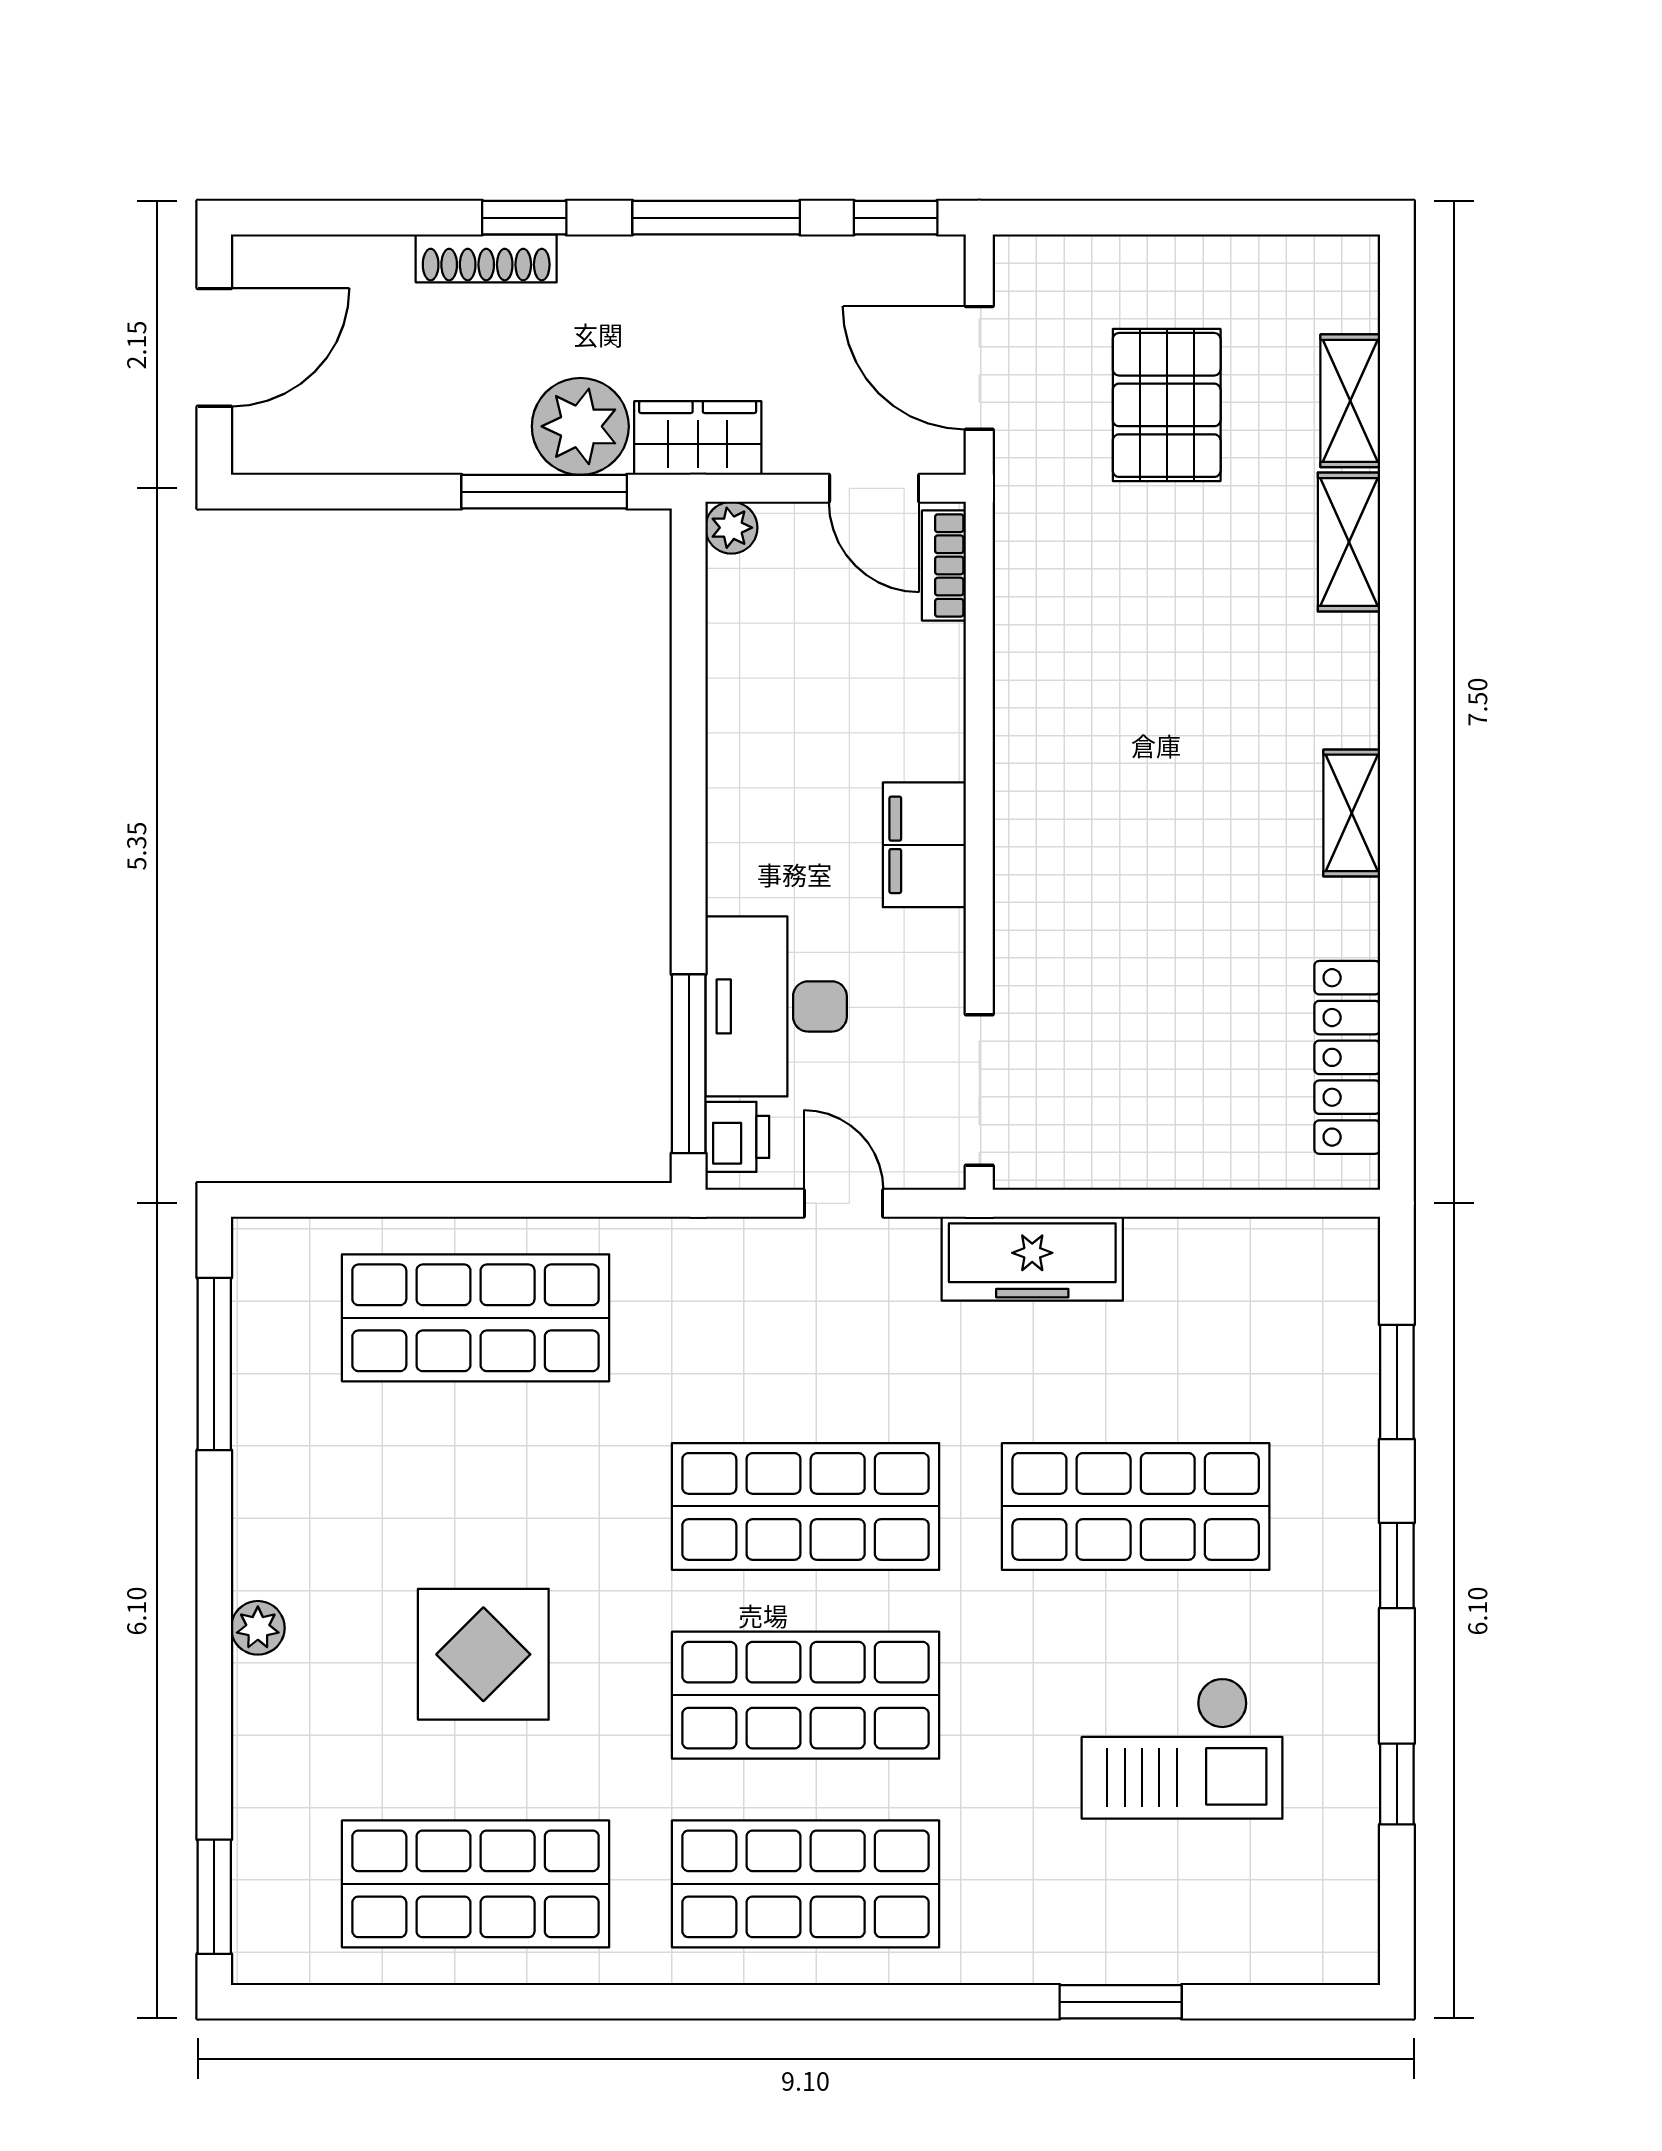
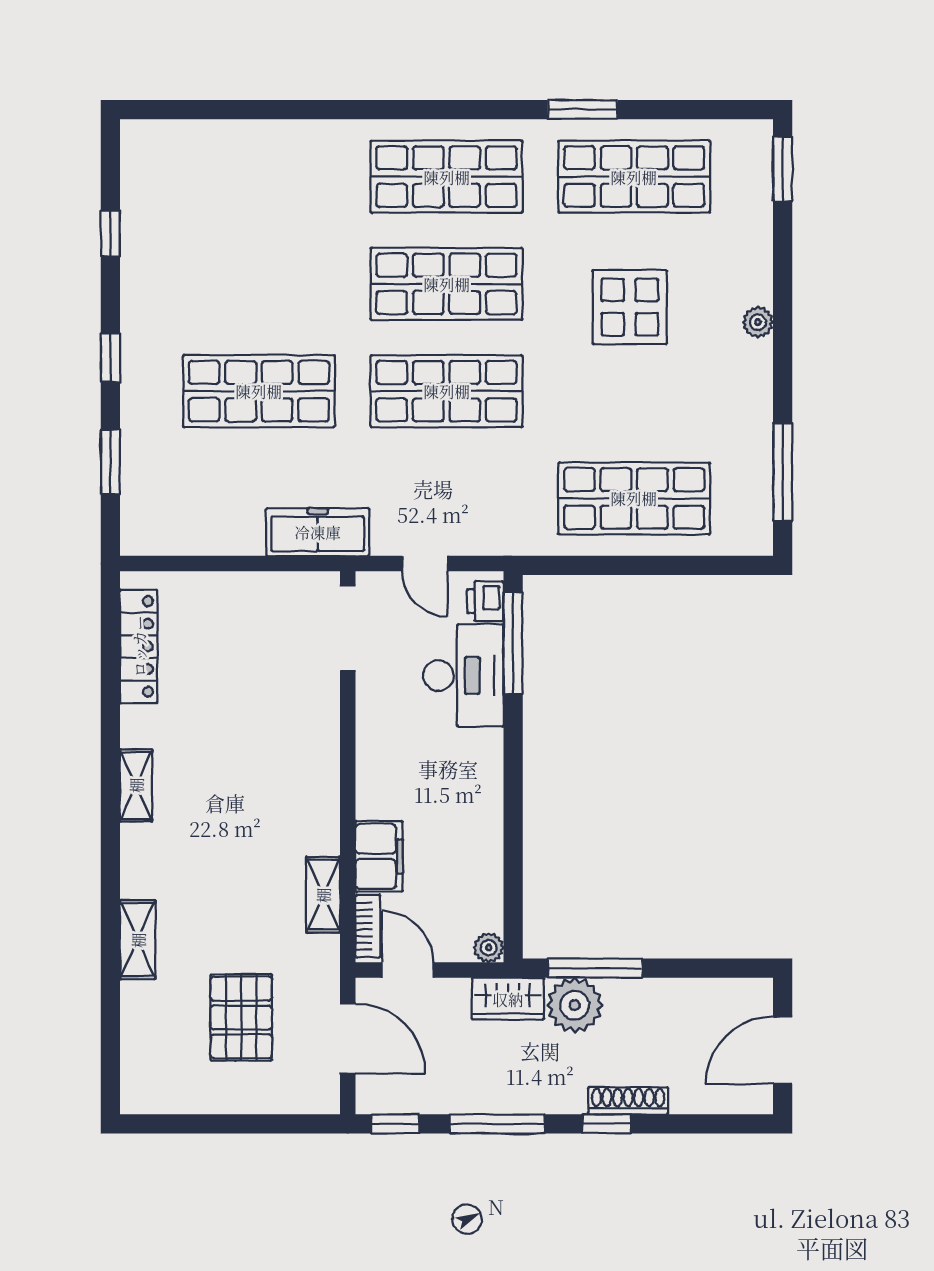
shelving: (1350, 401) -> (323, 895), moved
filing cabinet: (924, 845) -> (379, 856), moved
checkout: (1182, 1748) -> (232, 254), removed
window: (1121, 2002) -> (583, 110), moved

